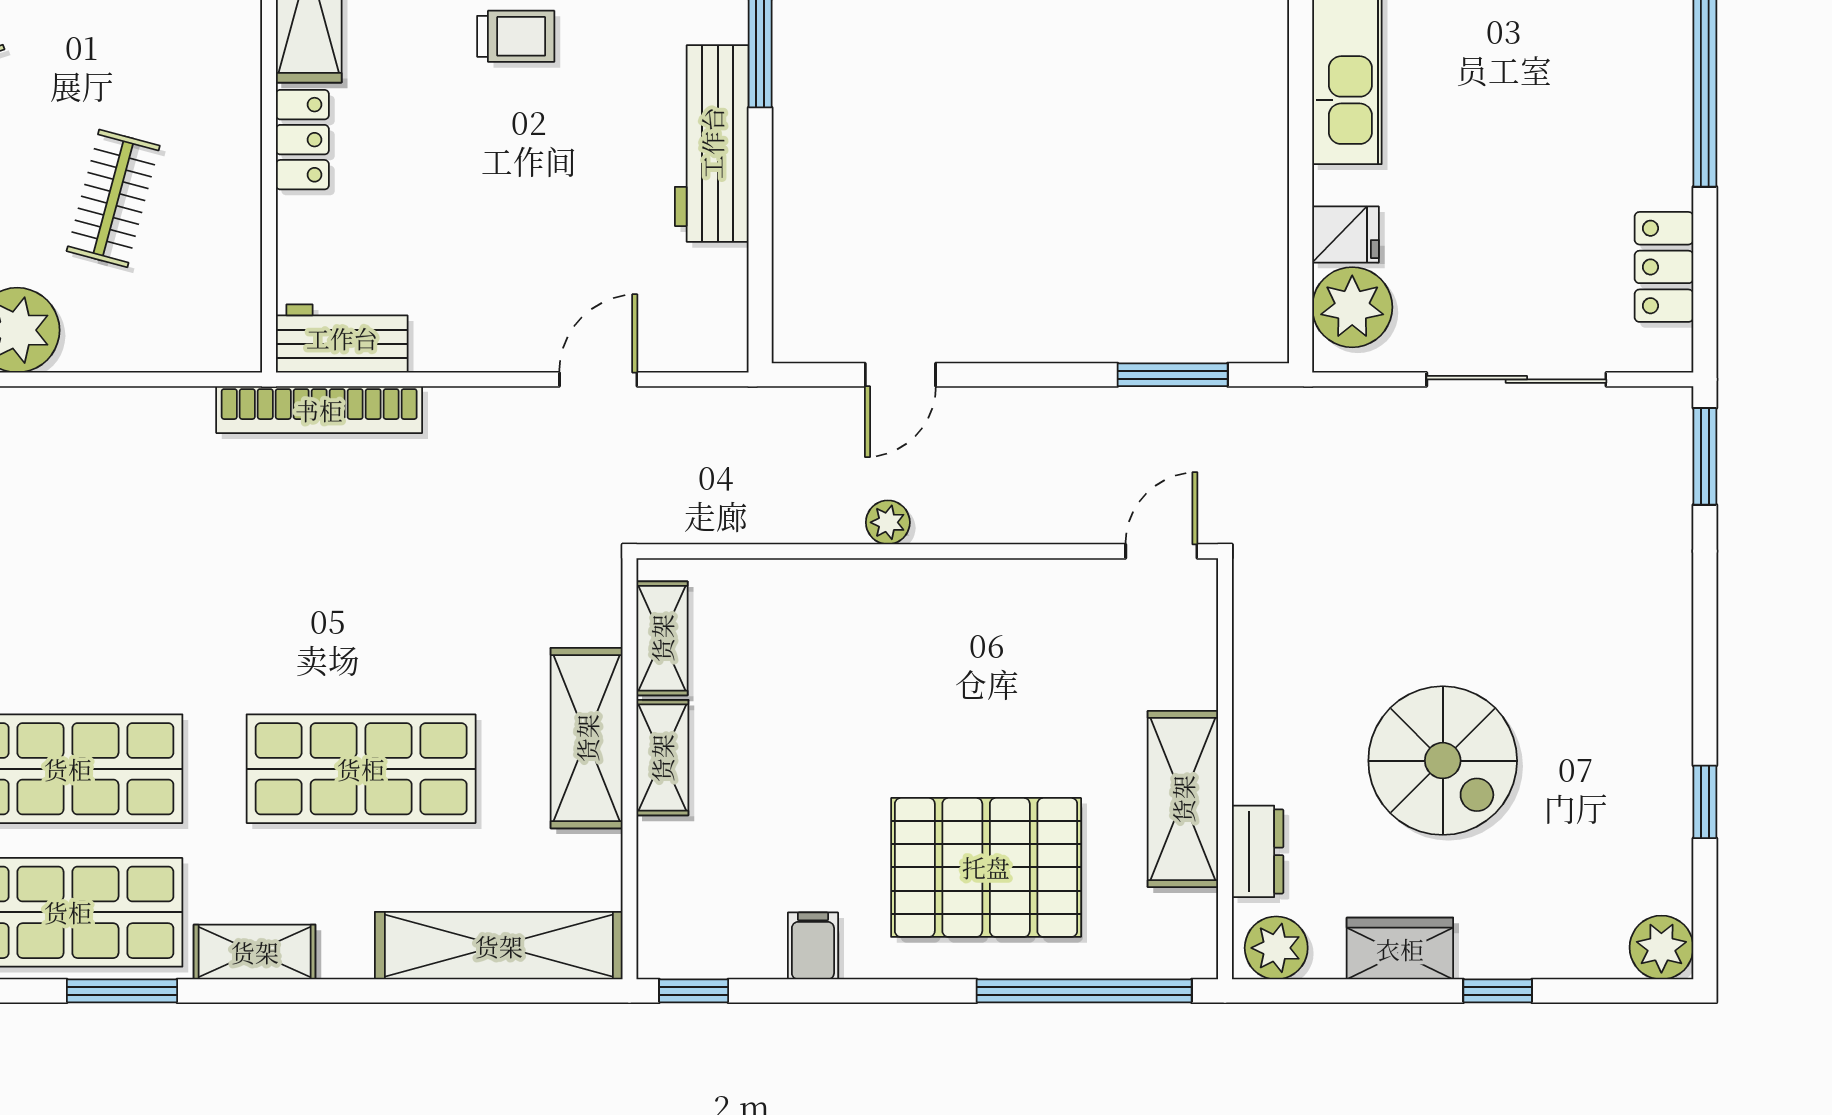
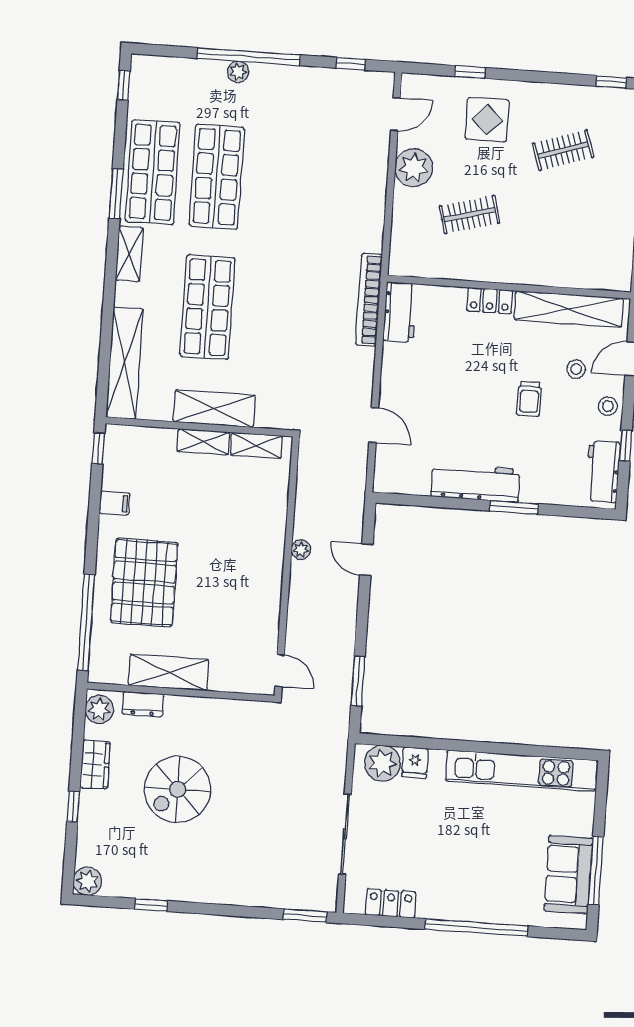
clothes rail: (113, 198) -> (469, 215), turned -30

